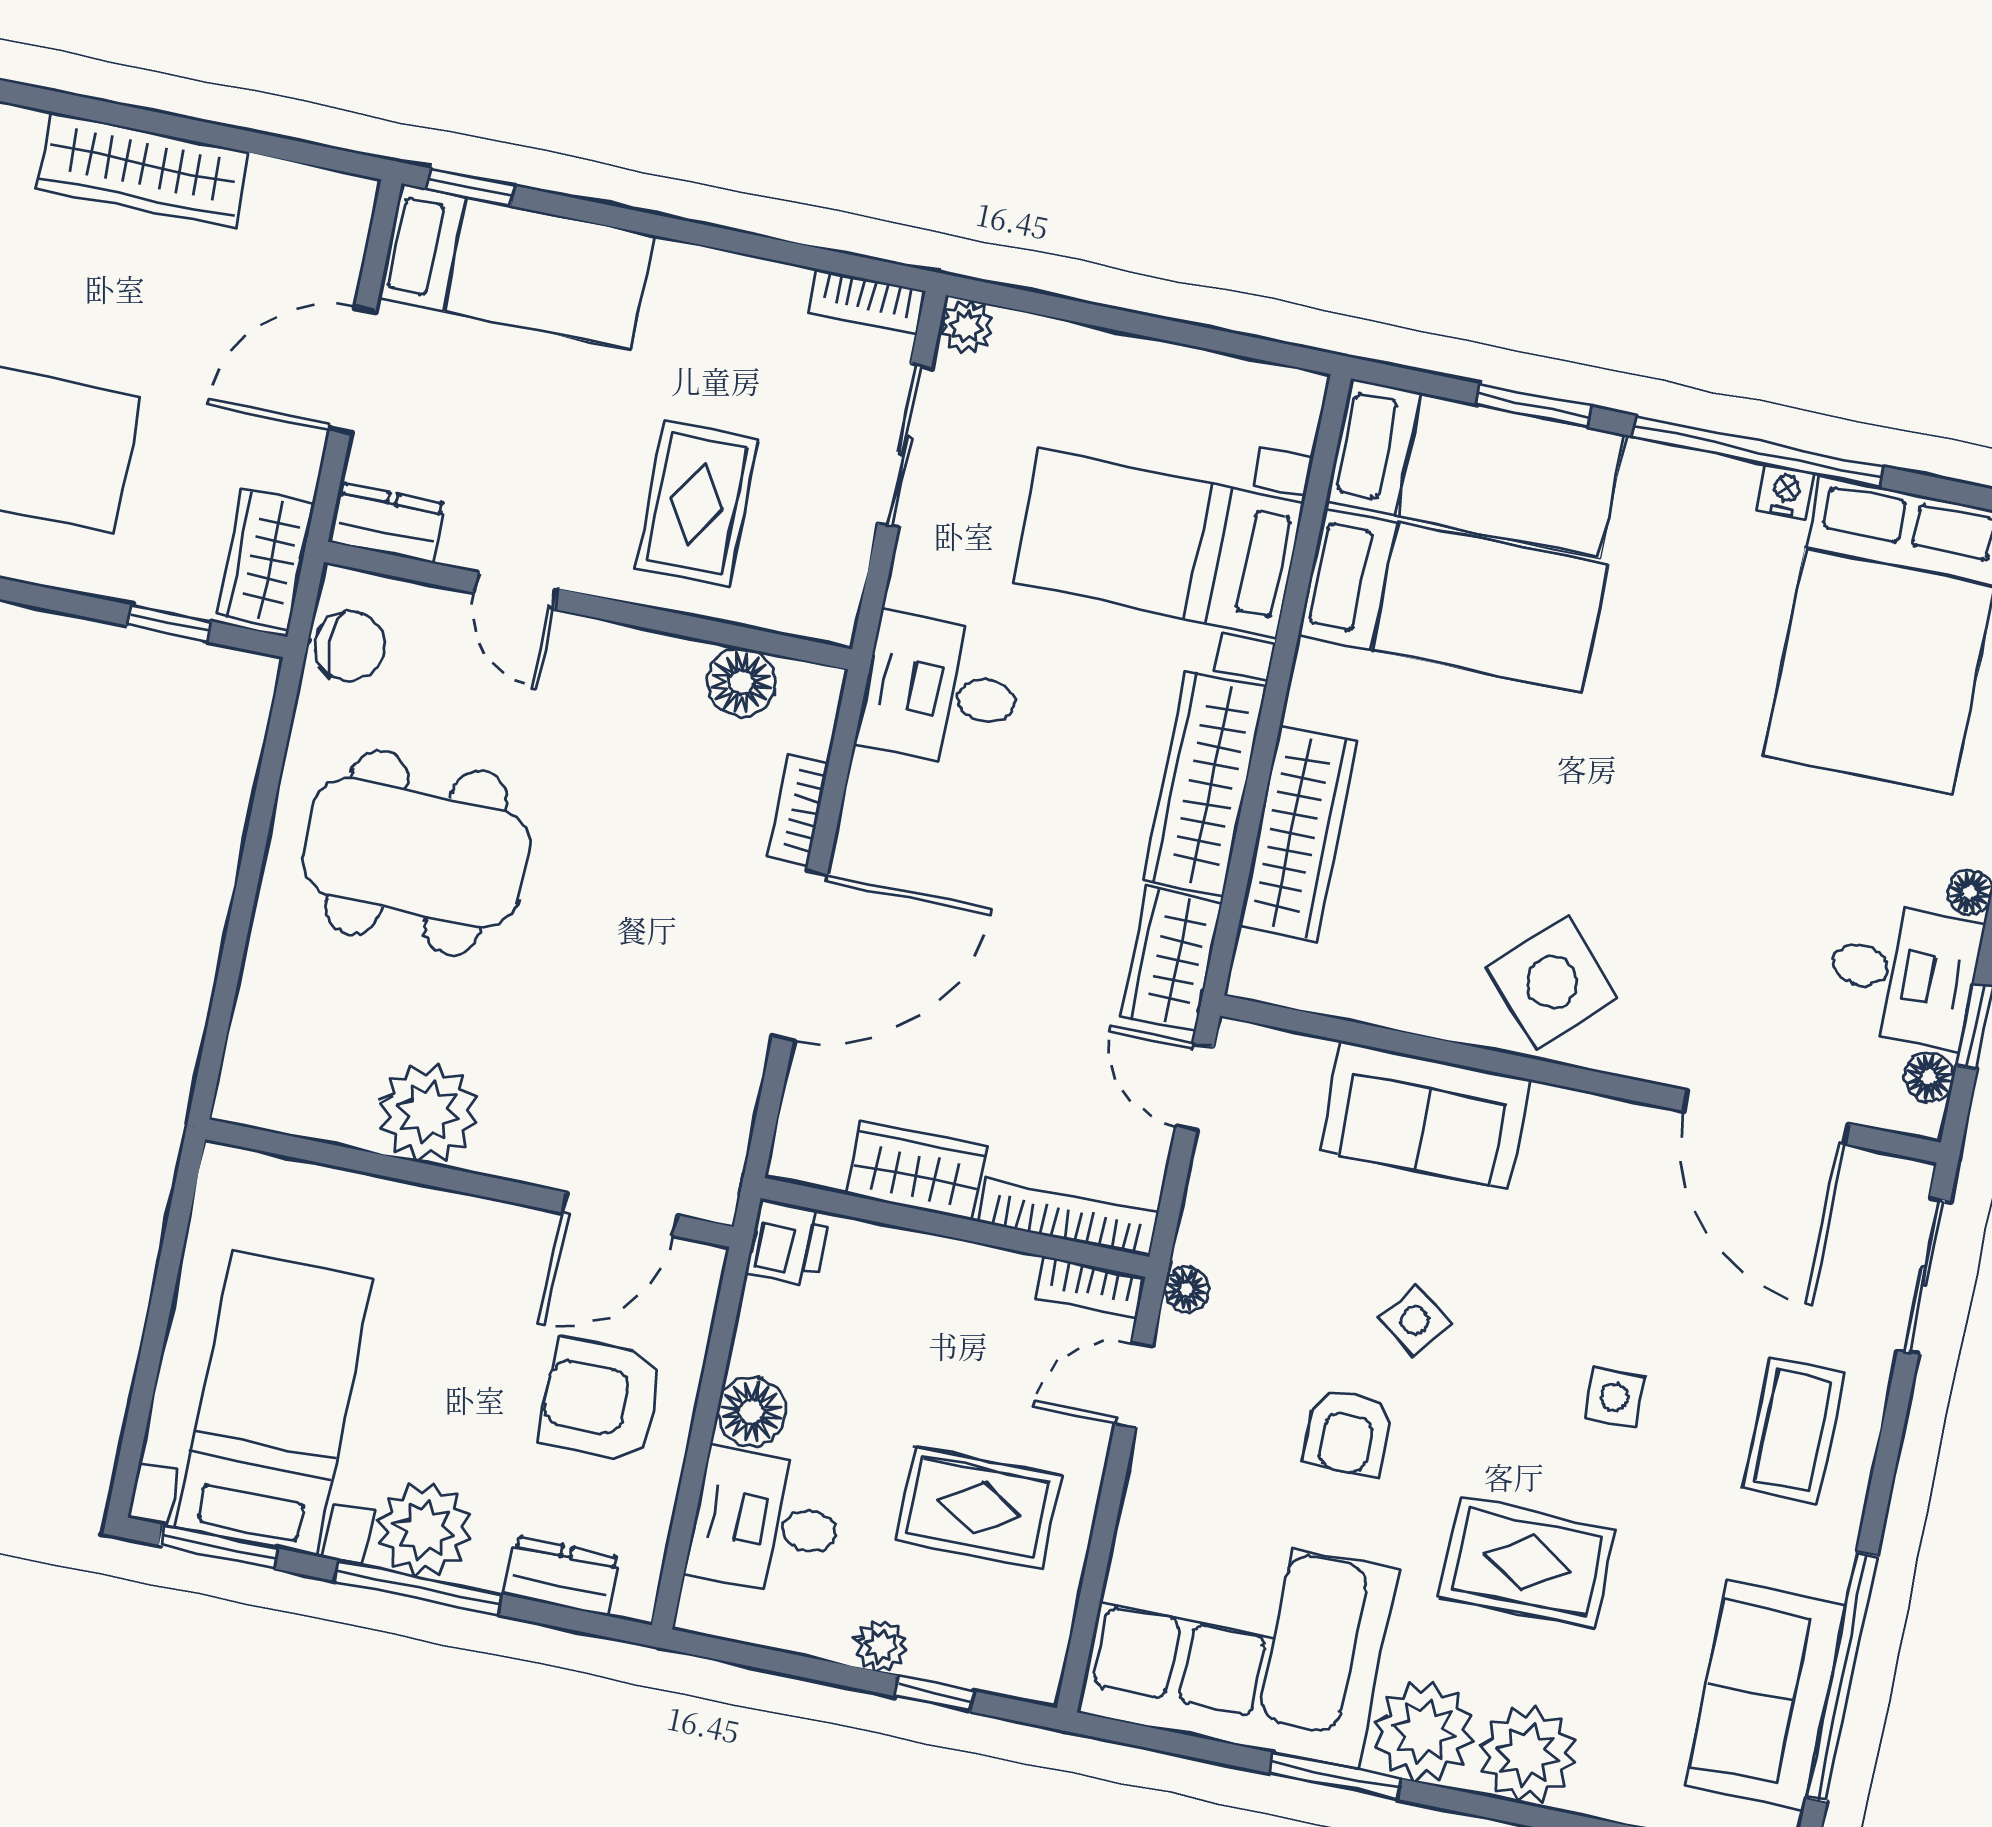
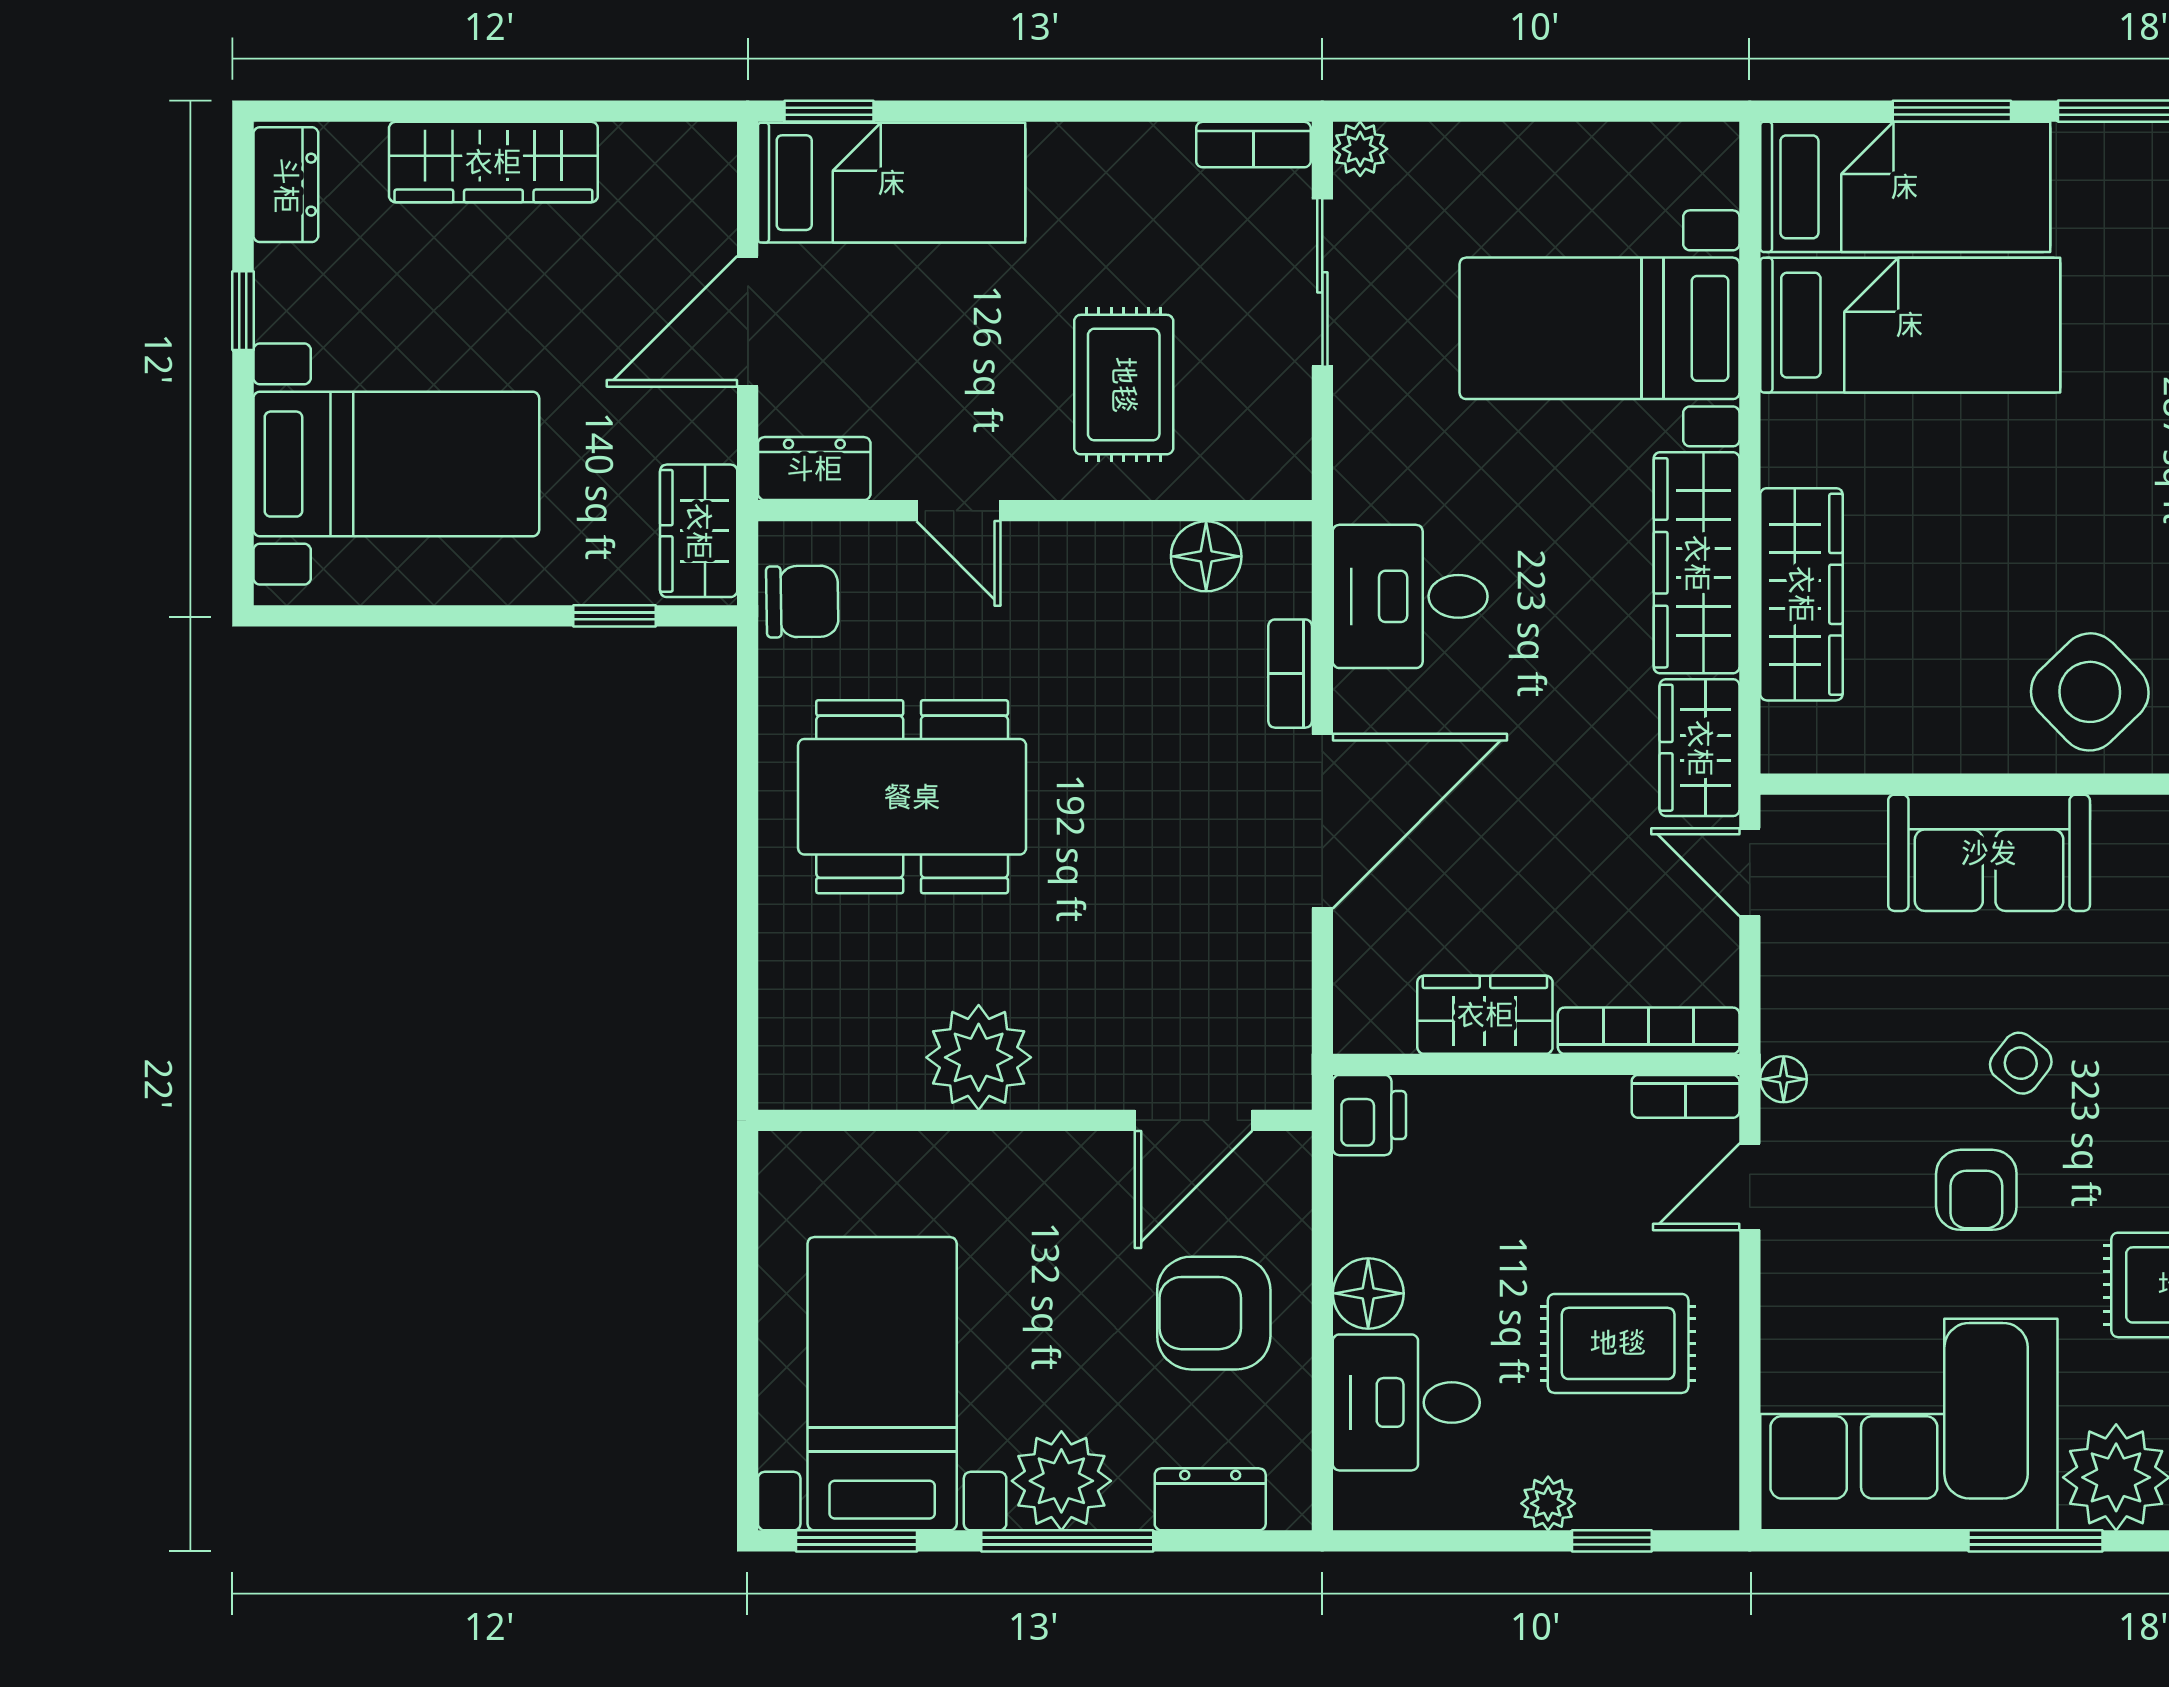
desk: (941, 691) -> (1410, 596), moved

